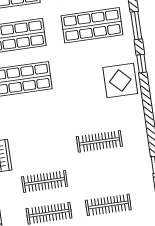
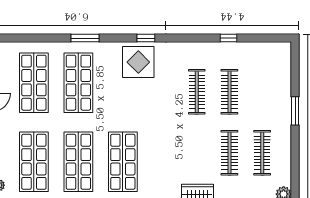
window: (142, 64) -> (146, 38), moved
clothes rail: (108, 205) -> (229, 92), moved

